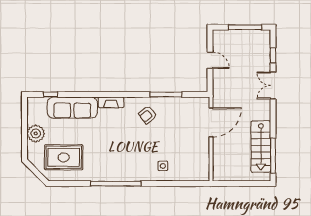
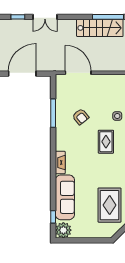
door: (210, 60) -> (22, 74), width x1.88
armchair: (148, 115) -> (81, 117), moved
plant: (36, 133) -> (63, 230), moved
rug: (134, 153) -> (106, 142), added

